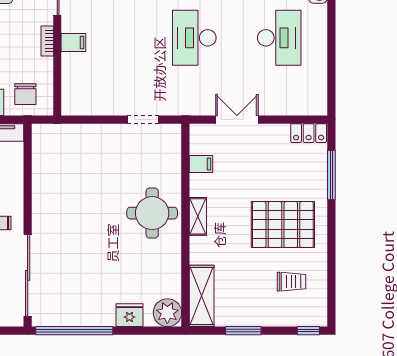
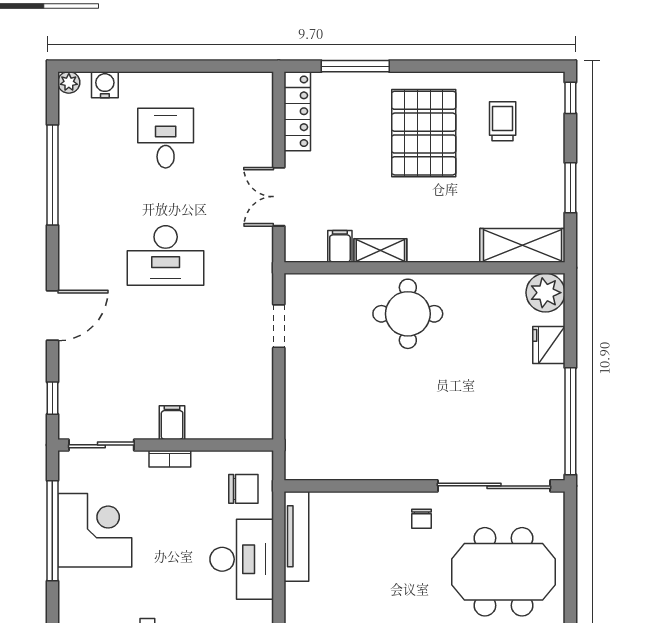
desk: (279, 38) -> (166, 138), width x0.73
locker: (309, 133) -> (297, 111), width x1.53
shelving: (198, 216) -> (380, 251), moved

